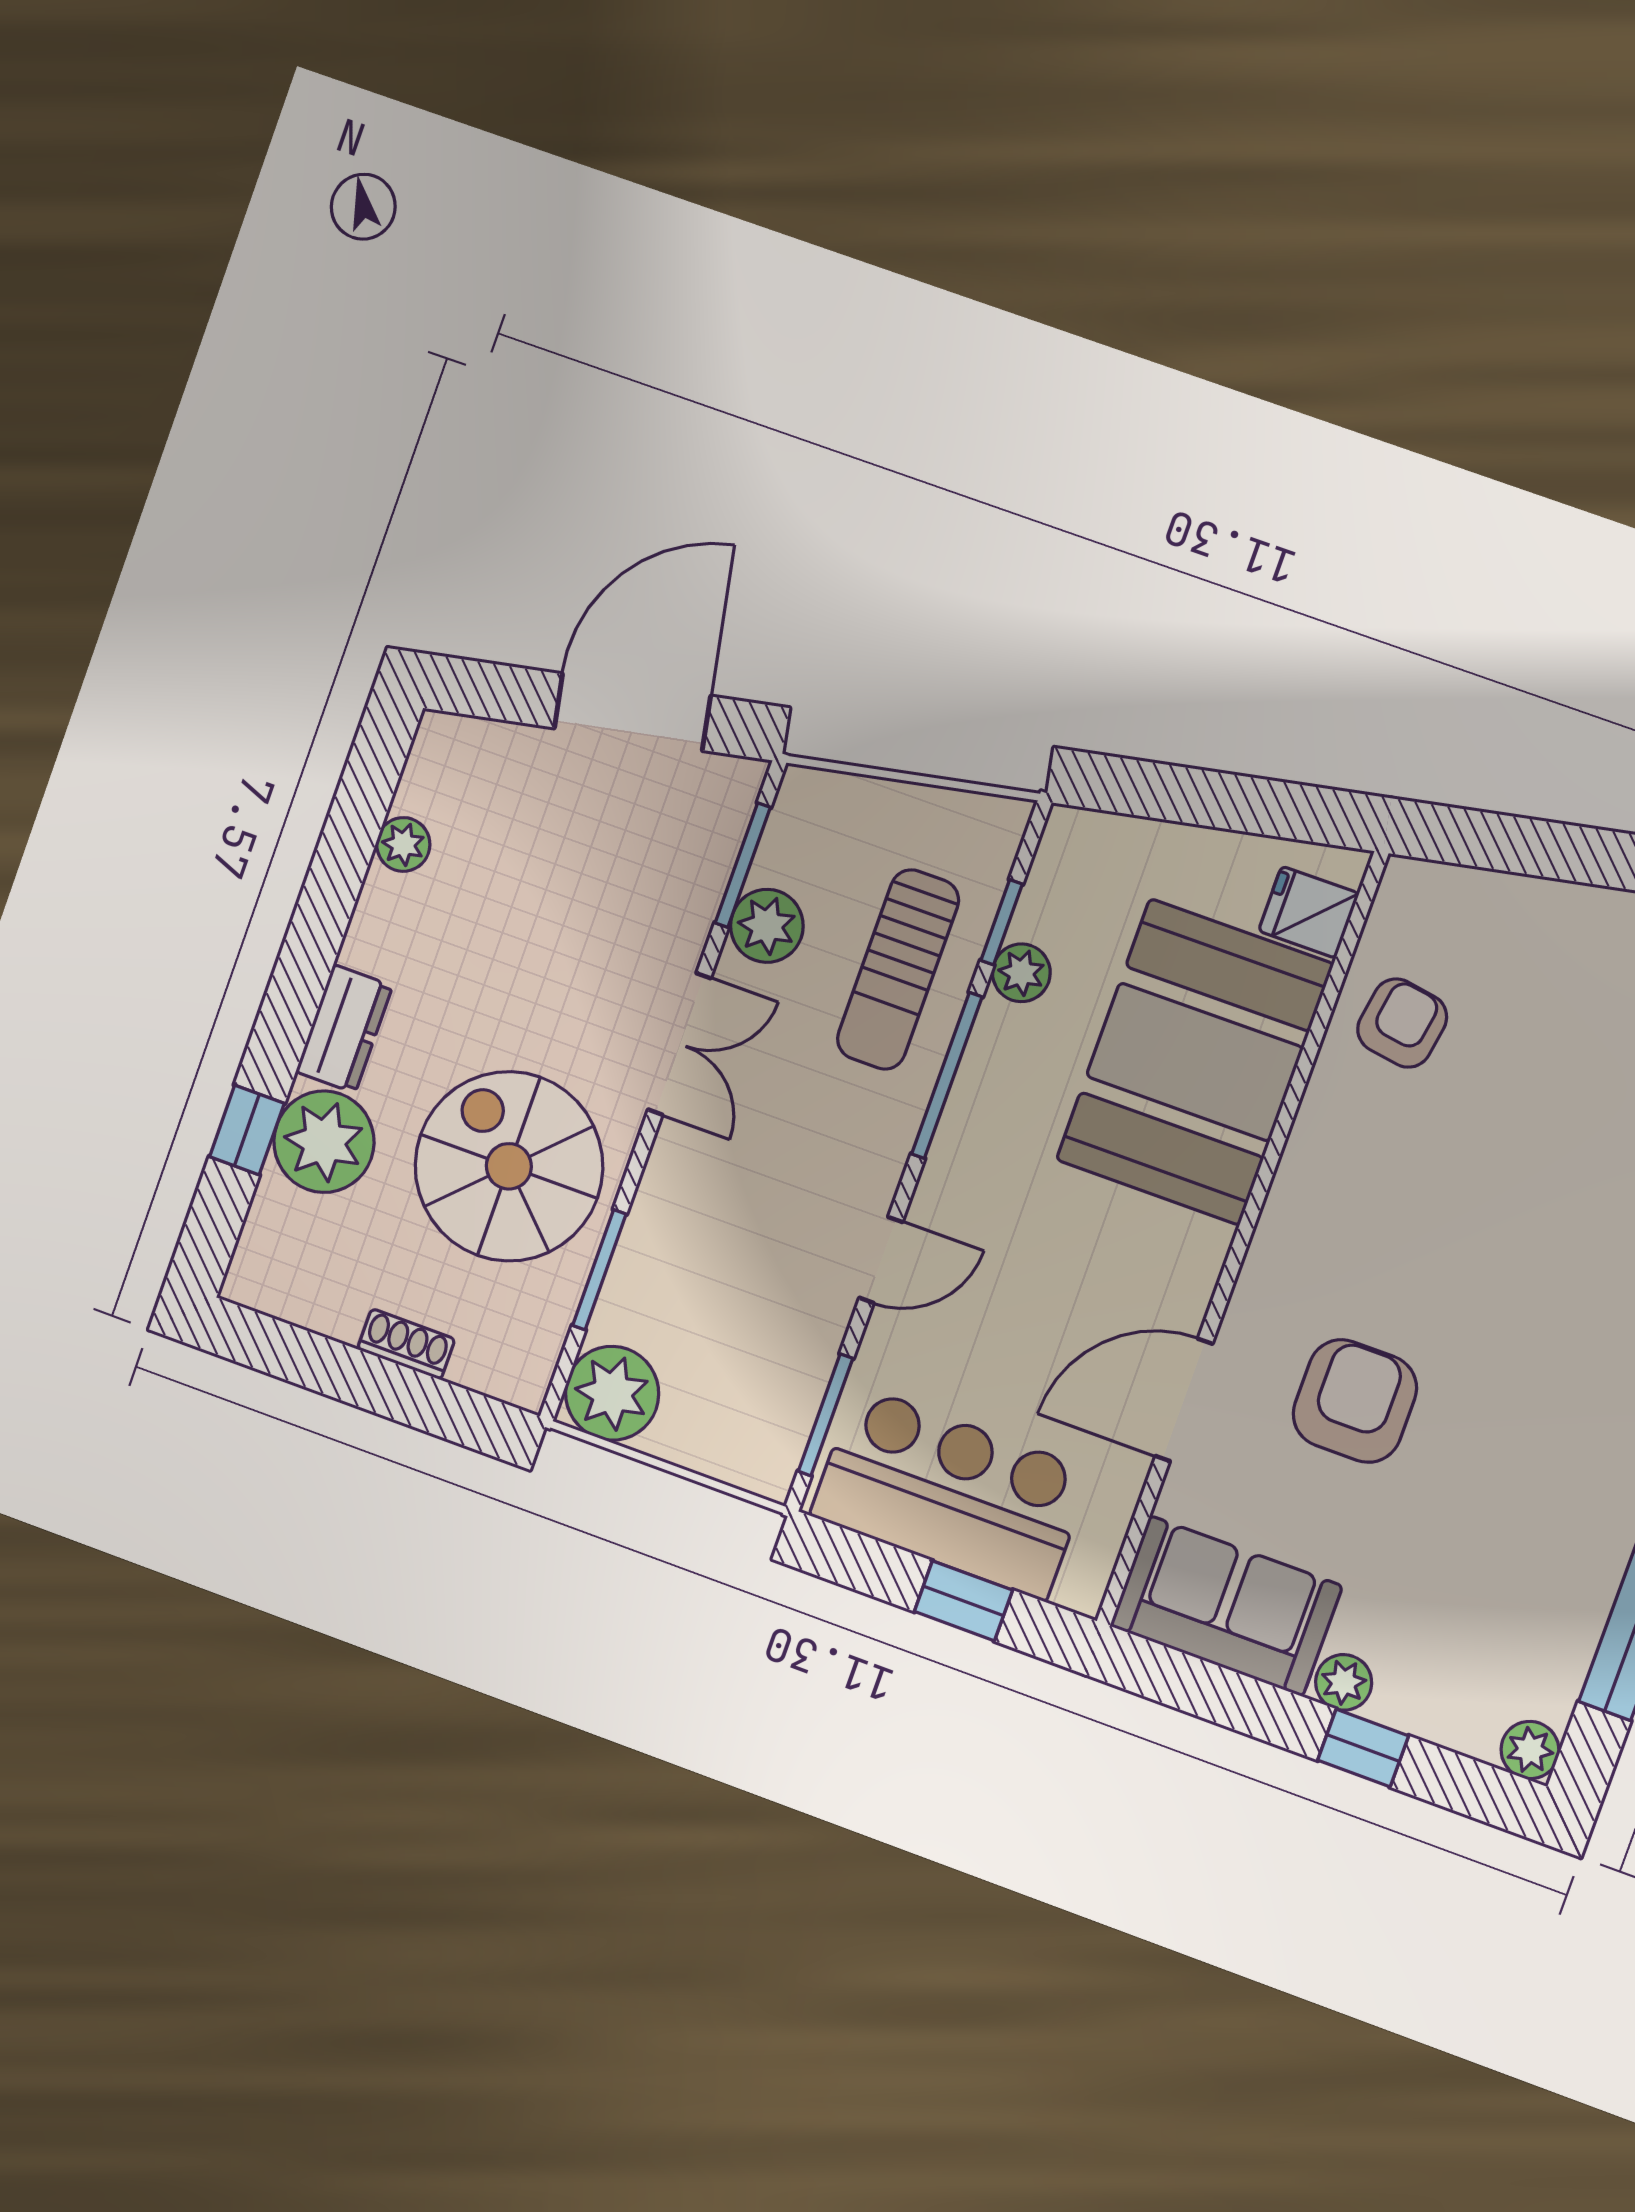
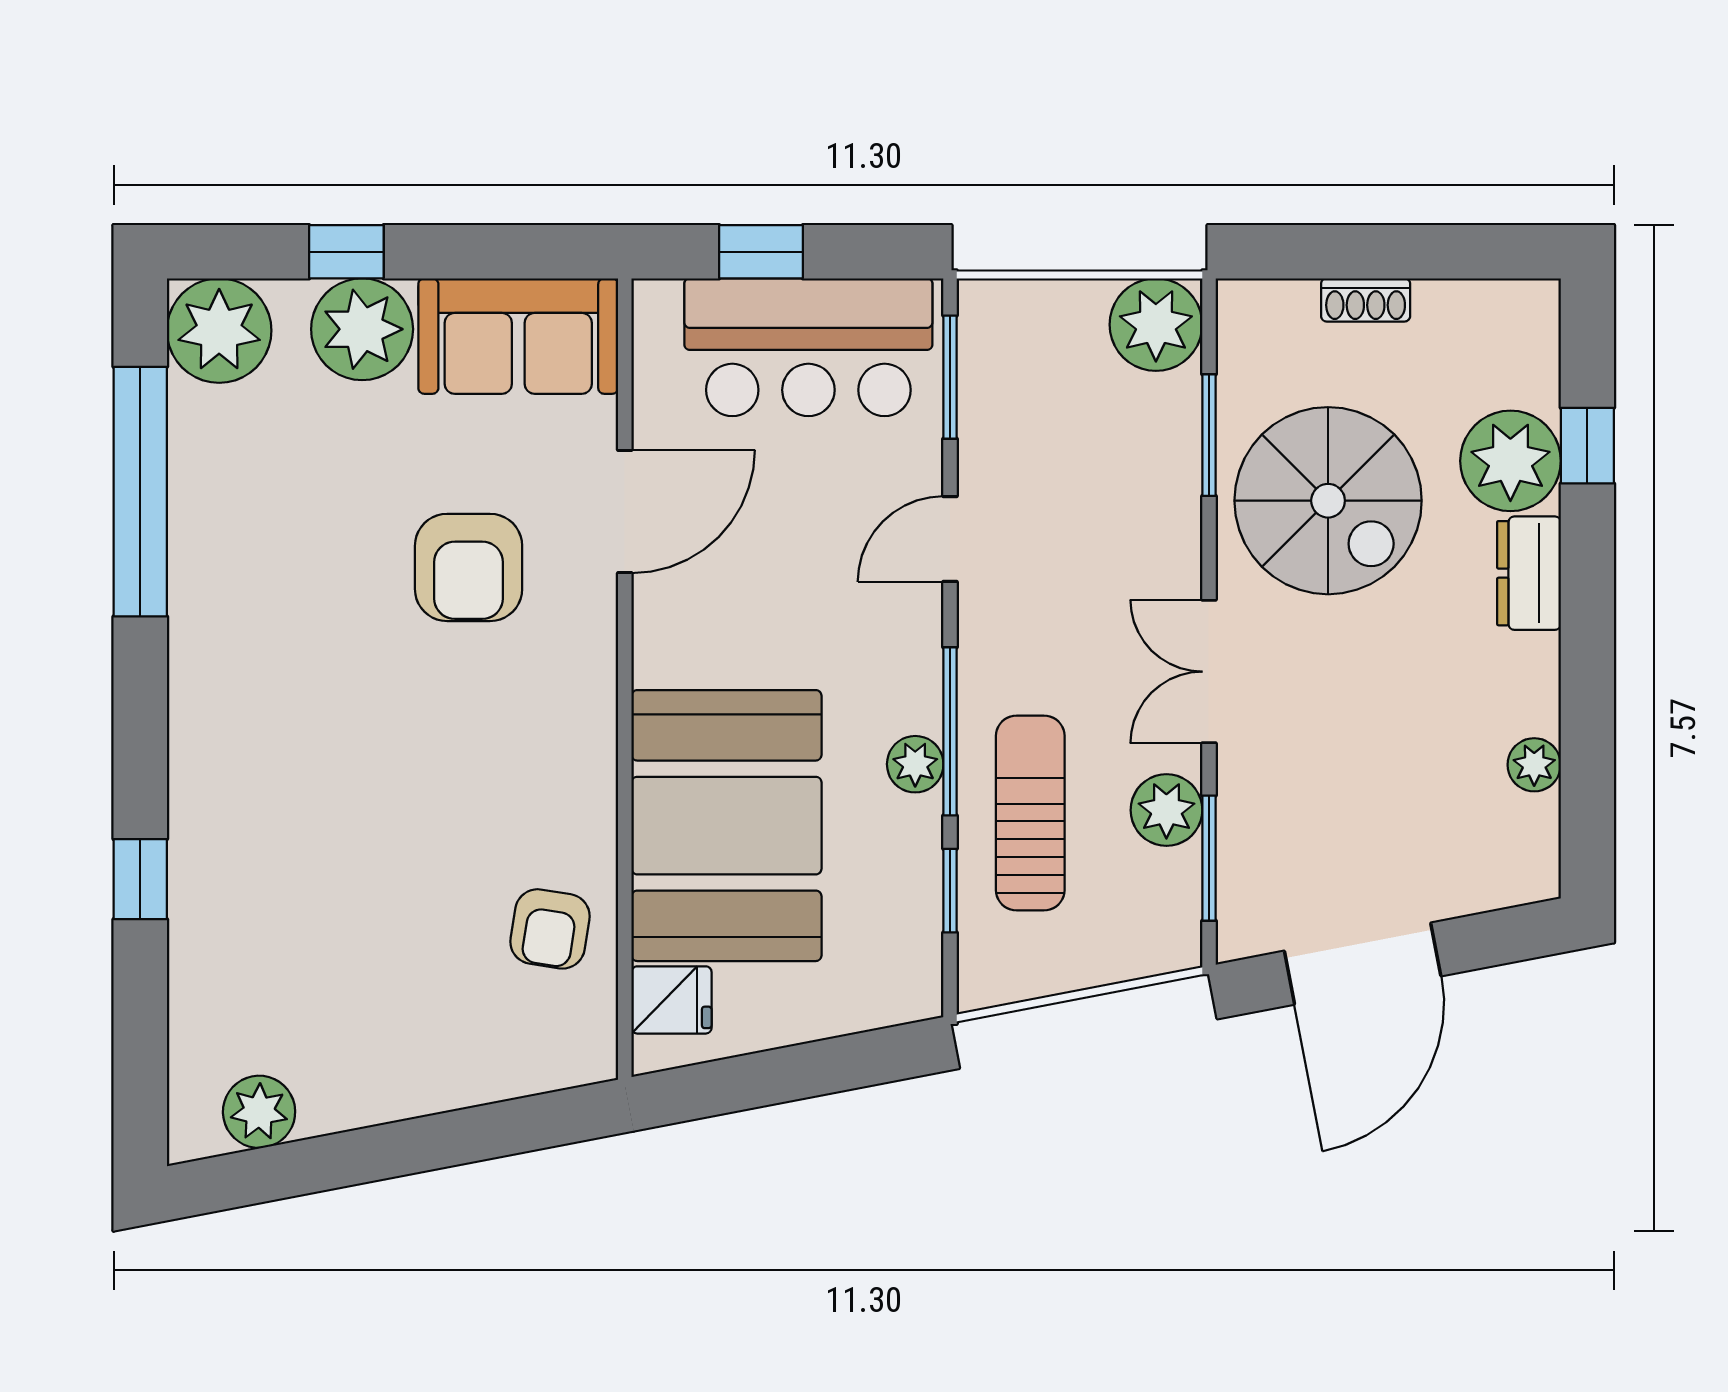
plant: (1021, 973) -> (915, 764), moved
plant: (1344, 1682) -> (362, 329), width x1.87, depth x1.87
plant: (1530, 1750) -> (219, 331), width x1.88, depth x1.88

